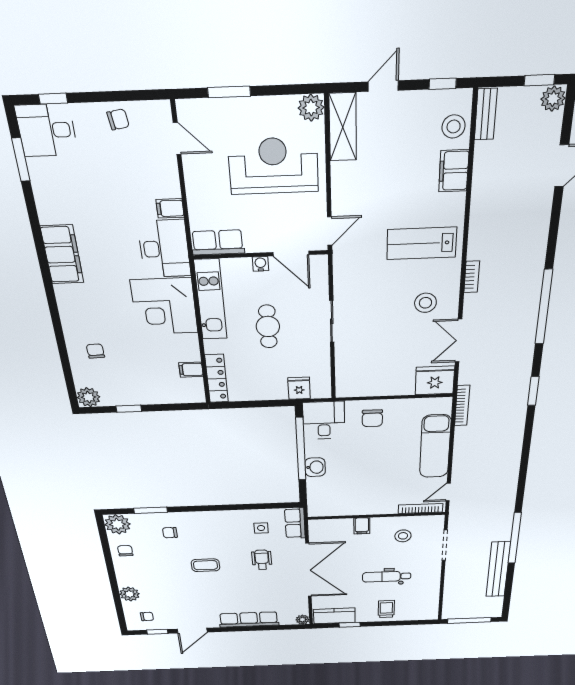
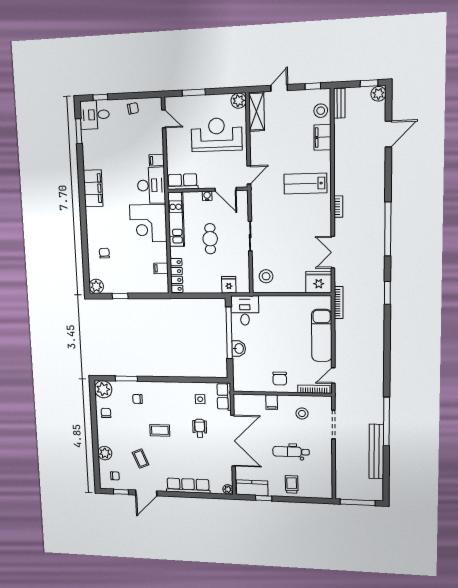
stool: (425, 303) -> (266, 276), moved
chair: (372, 418) -> (280, 379), moved
coffee table: (181, 596) -> (141, 459), added

